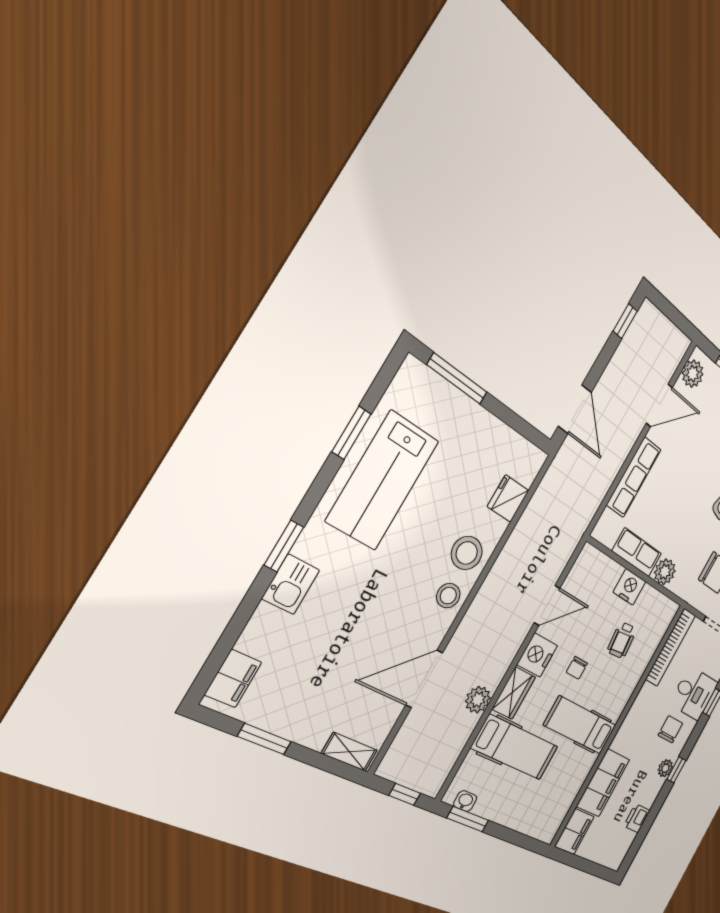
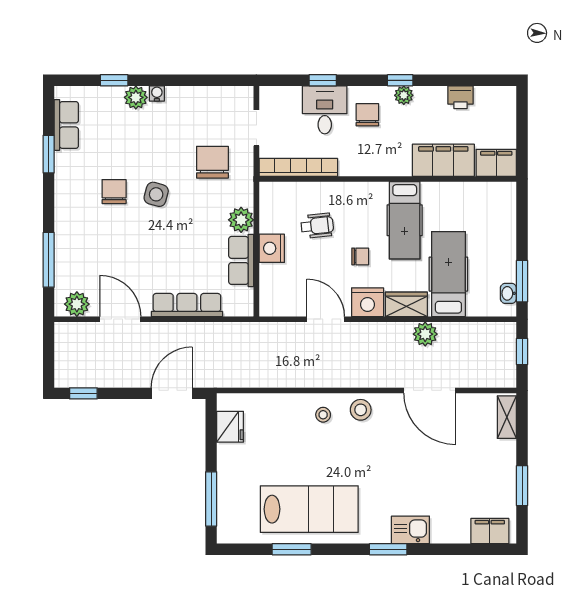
fridge: (508, 498) -> (230, 427), moved, turned -90
stool: (467, 553) -> (323, 415), width x0.53, depth x0.53
chair: (670, 729) -> (367, 115), turned 90

